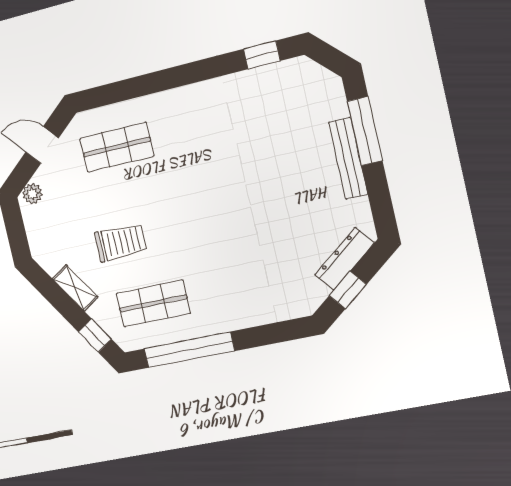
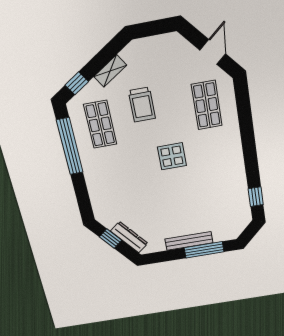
plant: (32, 194) -> (179, 43), removed
display table: (199, 195) -> (172, 156), added

